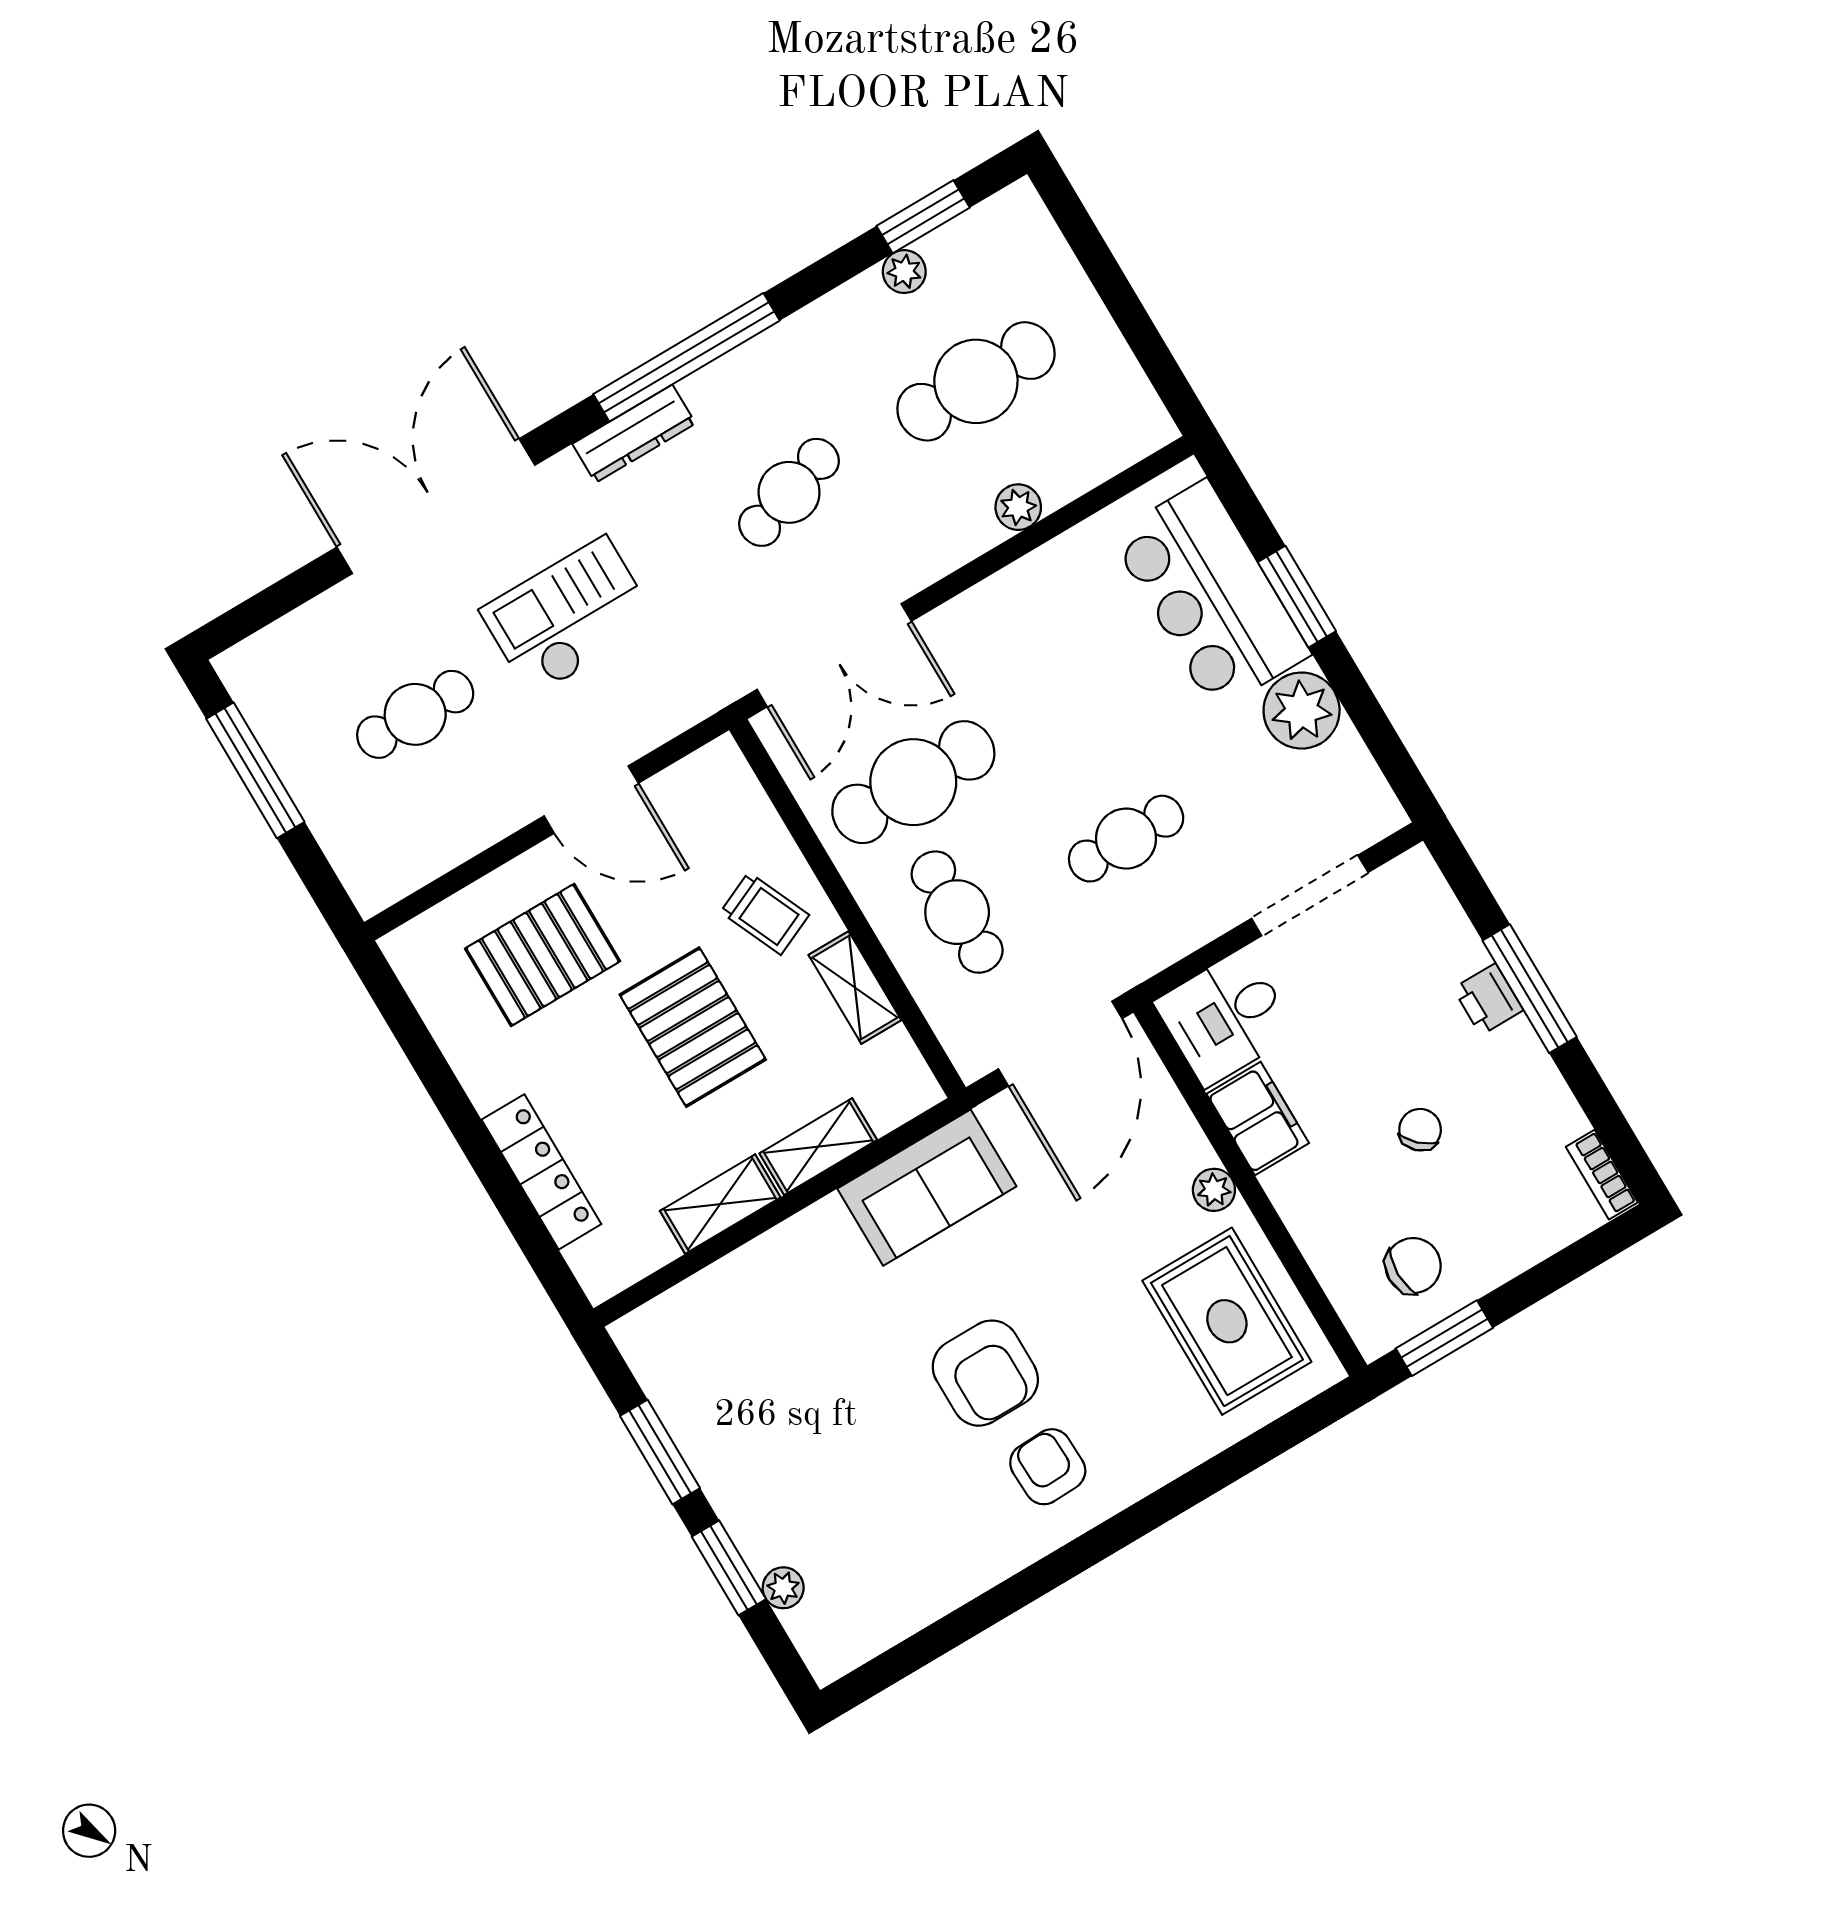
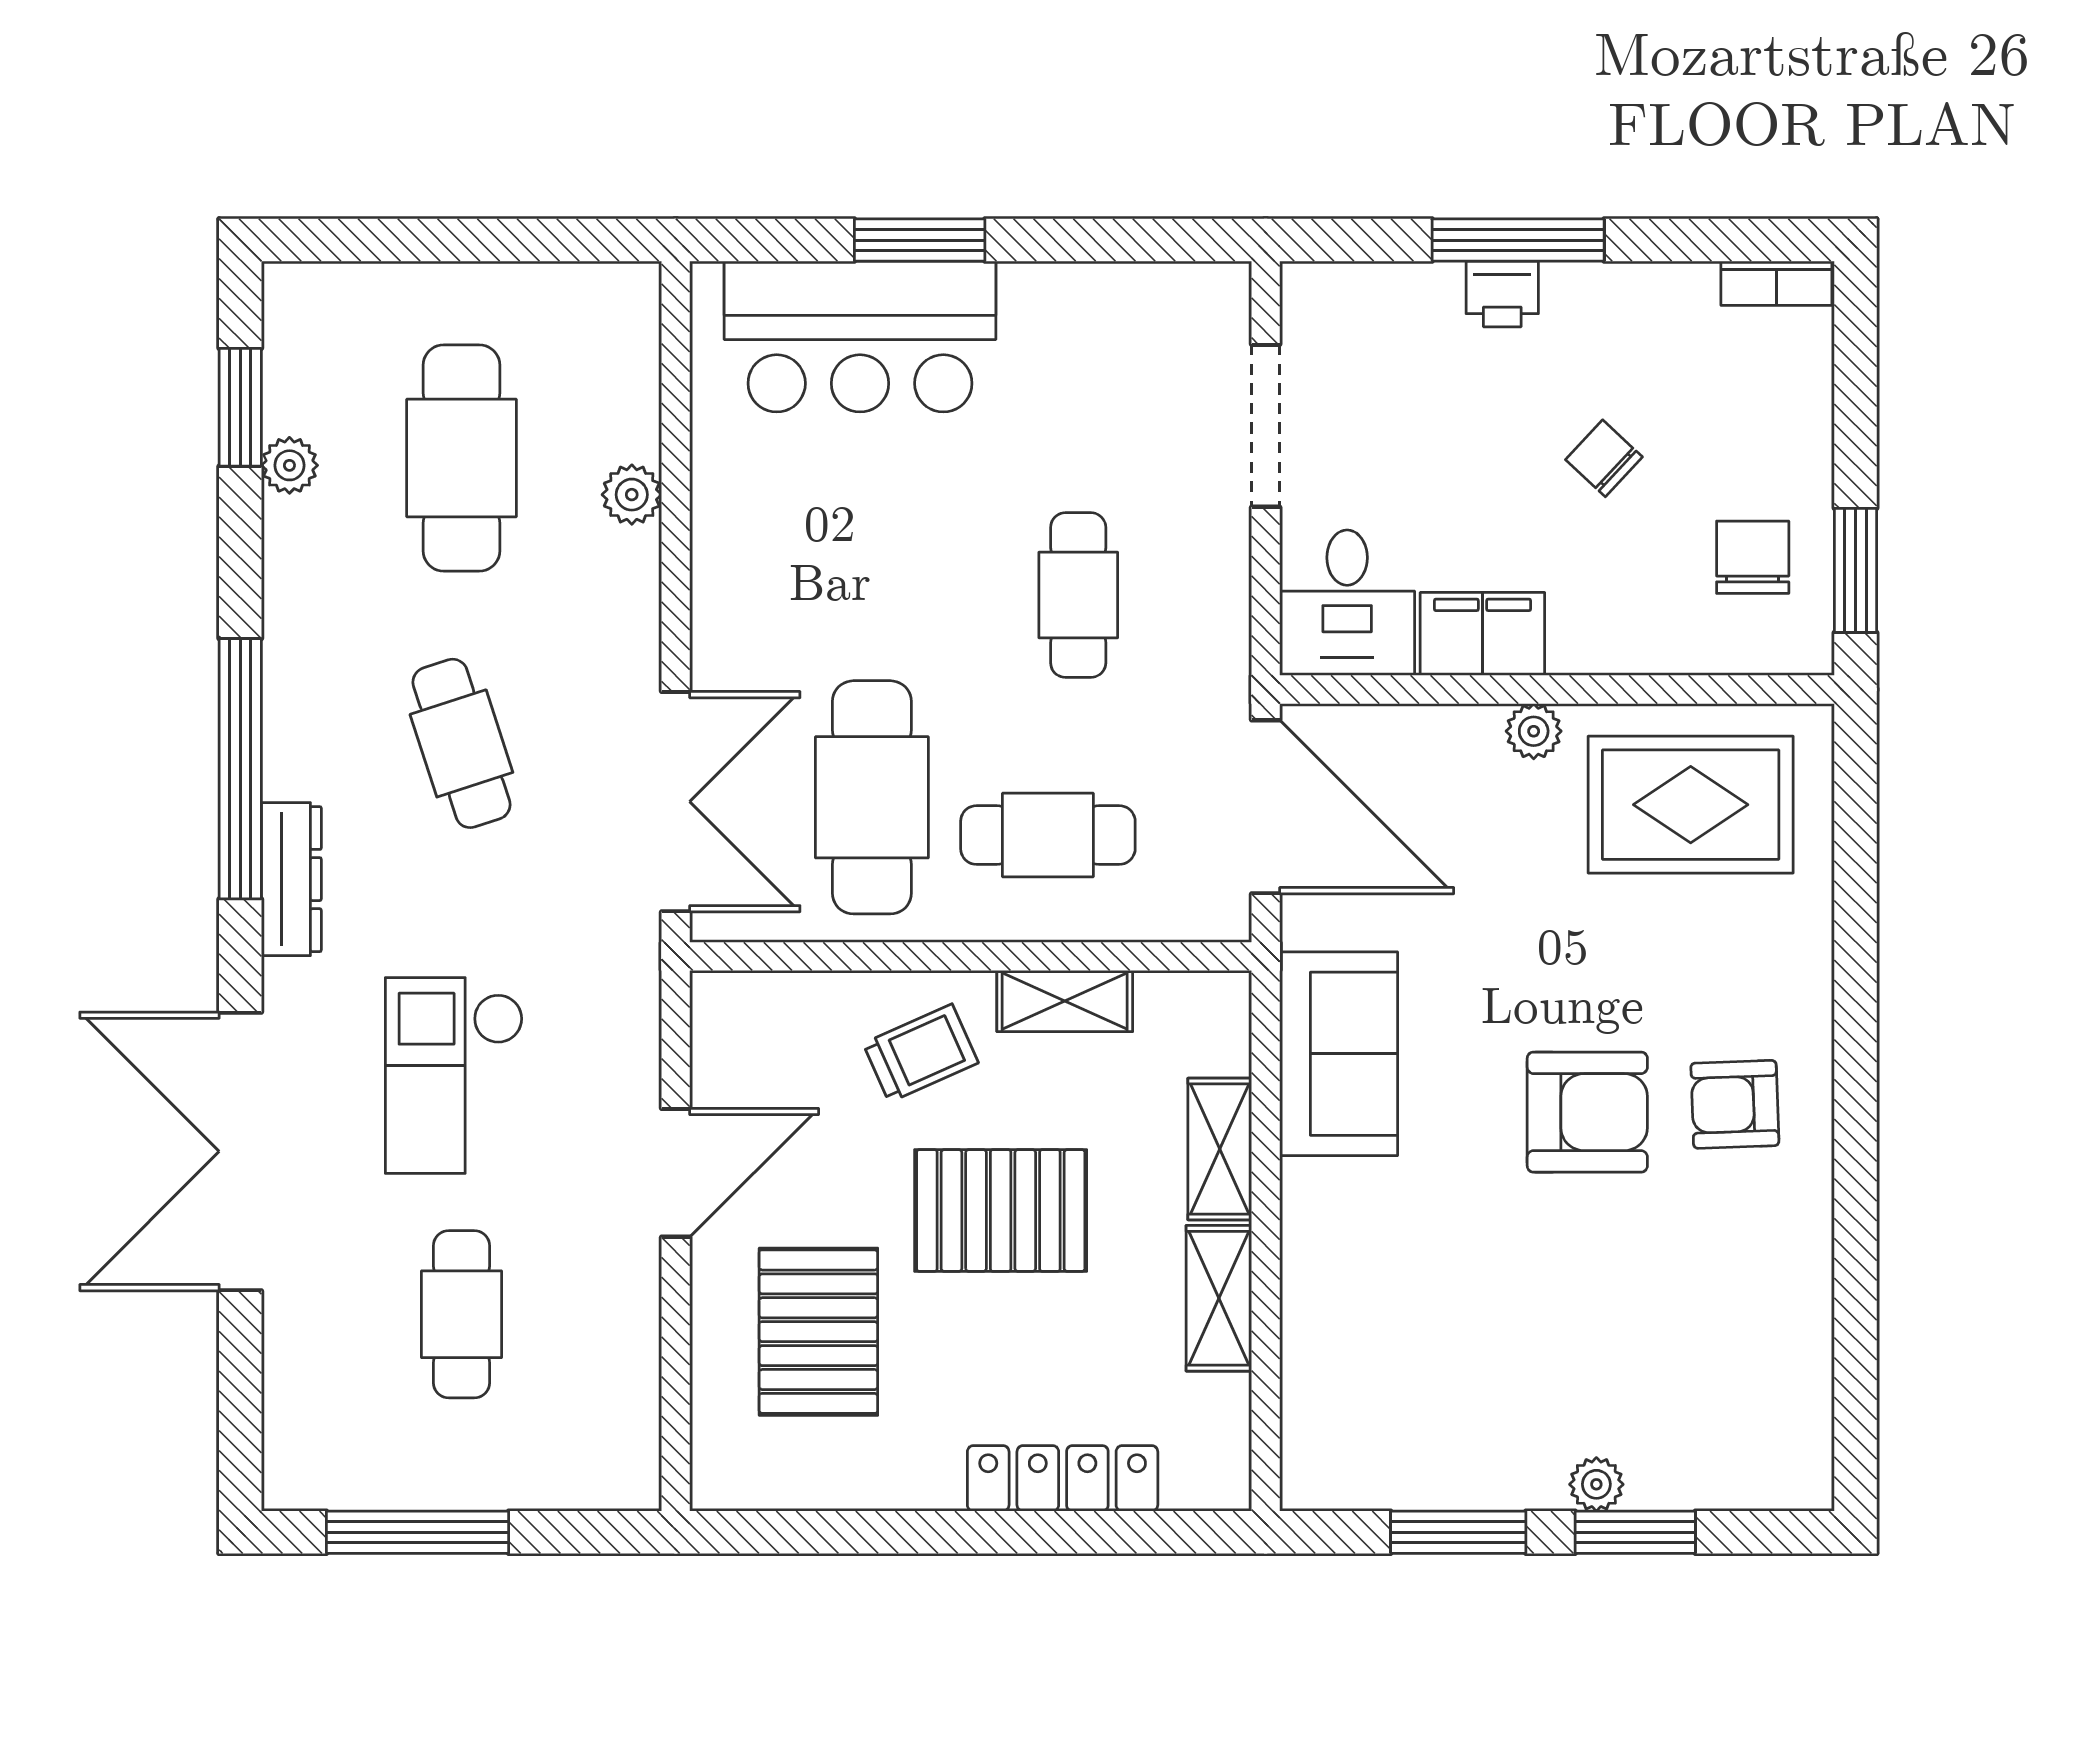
plant: (1302, 711) -> (1051, 311), removed
plant: (783, 1588) -> (1596, 1484), moved

